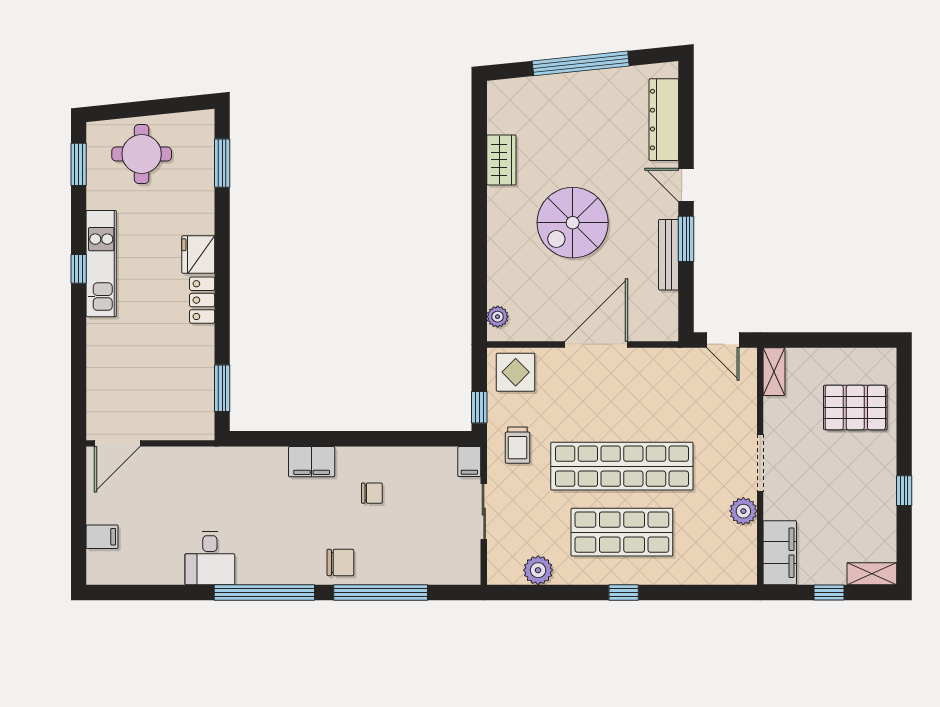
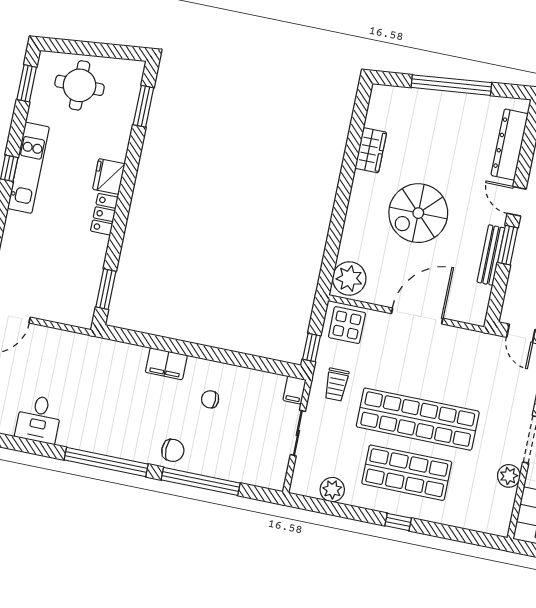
plant: (498, 317) -> (349, 278), width x1.87, depth x1.87
chair: (372, 493) -> (210, 399), turned 180
desk: (210, 558) -> (39, 419), moved

